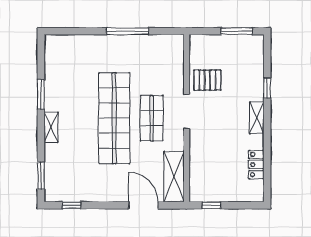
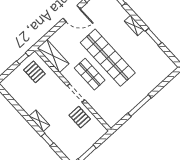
pallet: (207, 80) -> (80, 117), turned 90
locker: (256, 165) -> (19, 98), removed
pallet: (212, 178) -> (34, 72), added
door: (143, 205) -> (72, 14), moved

